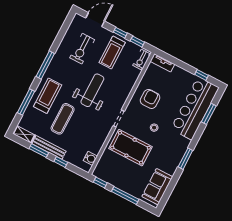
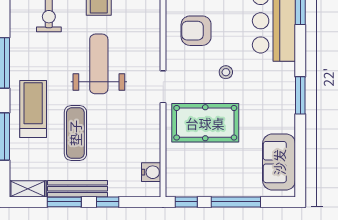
armchair: (150, 99) -> (196, 31), turned -90

